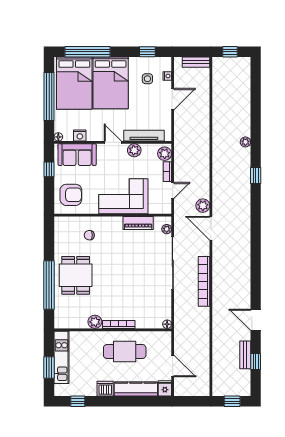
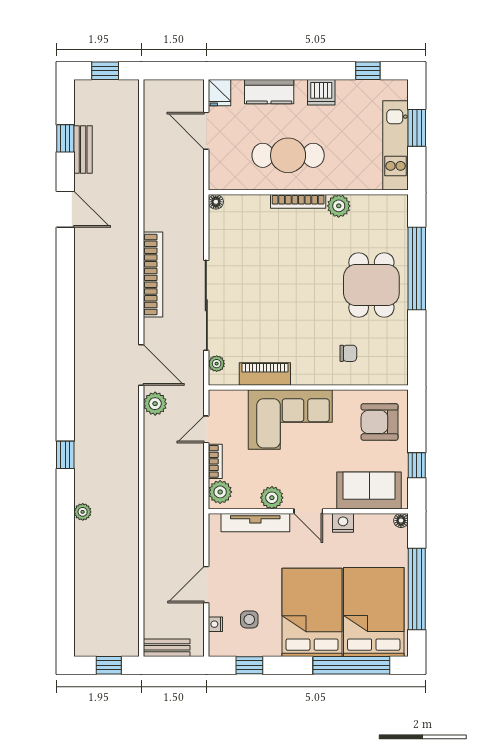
nightstand: (80, 135) -> (343, 523), moved
kitchen counter: (136, 389) -> (269, 92), width x0.67

